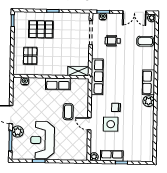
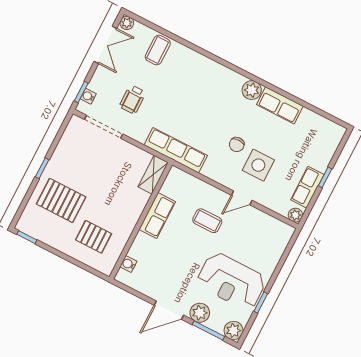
pallet: (41, 29) -> (61, 200), turned 90
row of seats: (149, 82) -> (280, 105), moved
plant: (17, 154) -> (233, 330), added

